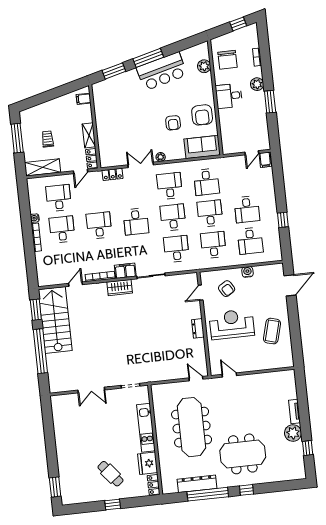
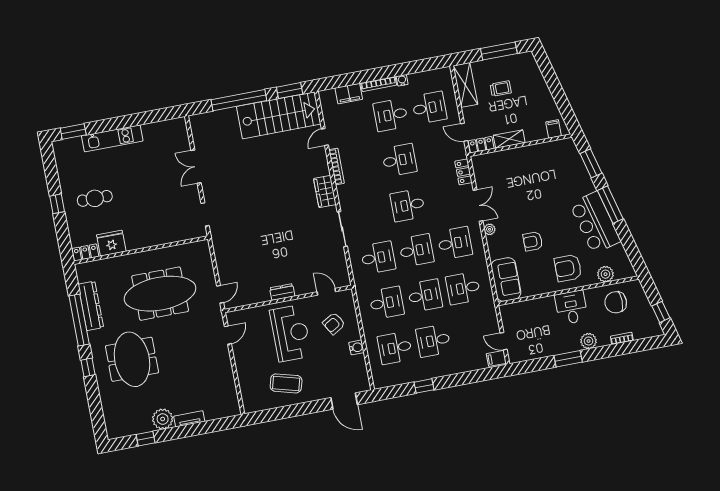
armchair: (202, 115) -> (568, 268), moved
desk: (62, 229) -> (391, 115), turned 180
filing cabinet: (125, 271) -> (349, 94), moved, turned 90
door: (76, 284) -> (325, 137), swing flipped
kitchen unit: (146, 428) -> (112, 138), moved, turned 180
cafe table: (110, 474) -> (95, 198), turned 39

